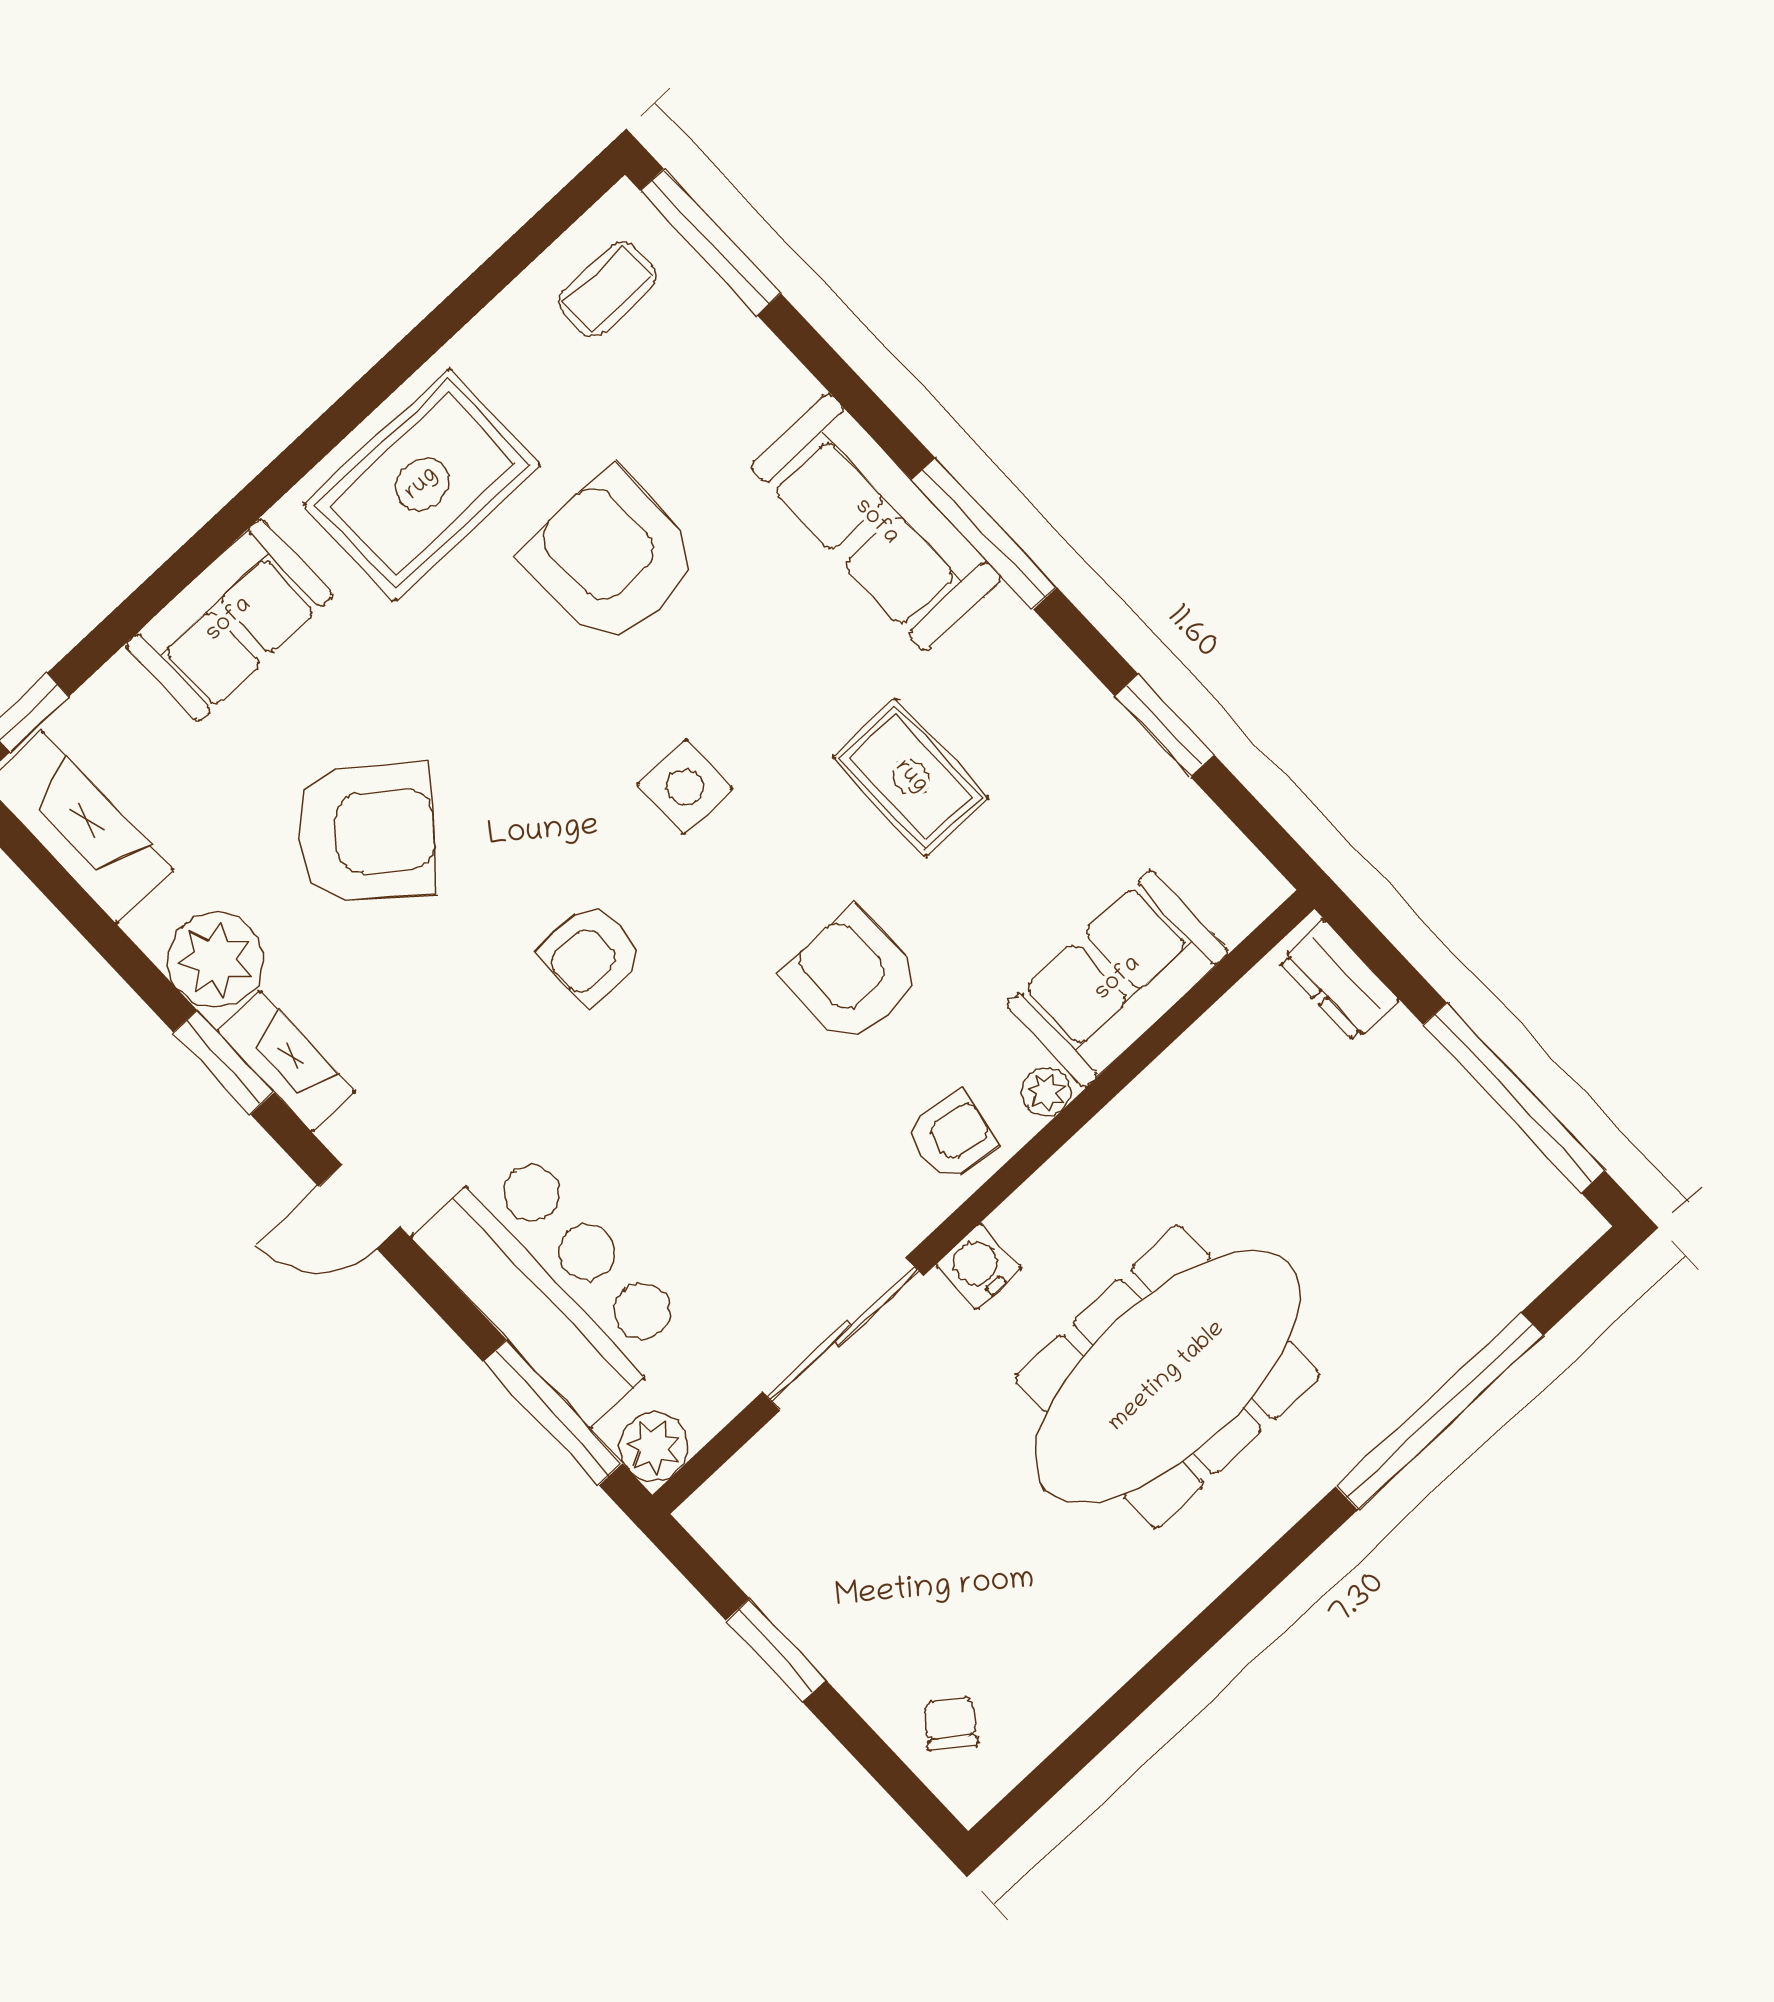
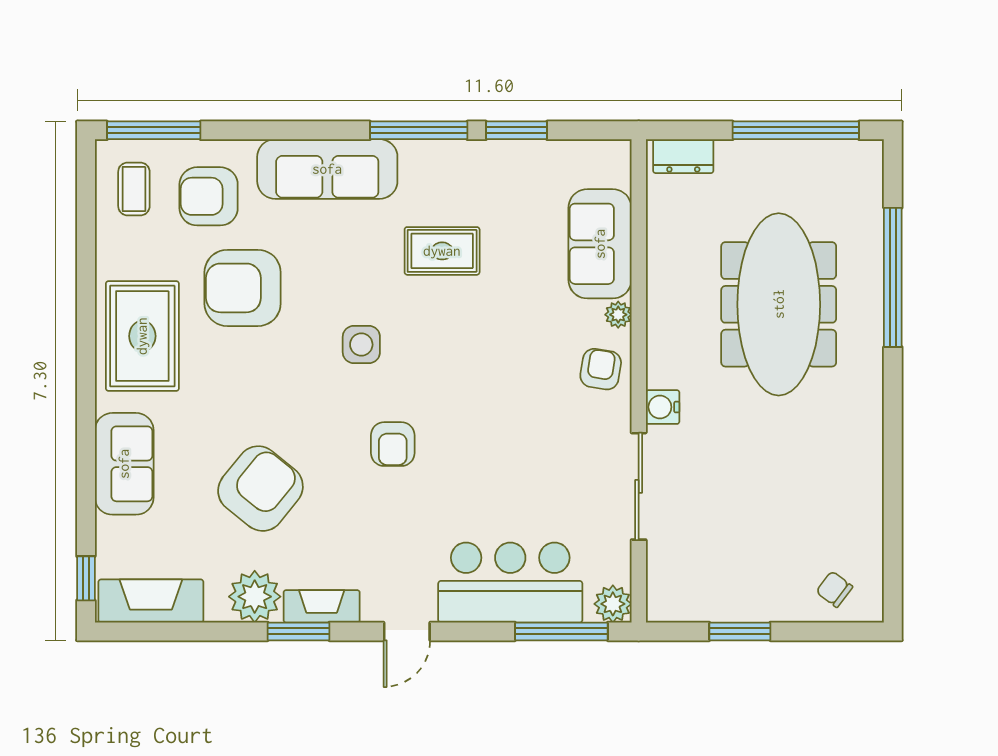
window: (984, 533) -> (419, 130), moved
armchair: (852, 976) -> (209, 196), moved
meeting table: (1167, 1377) -> (779, 304), moved

